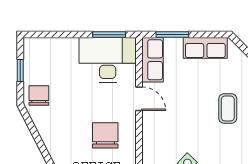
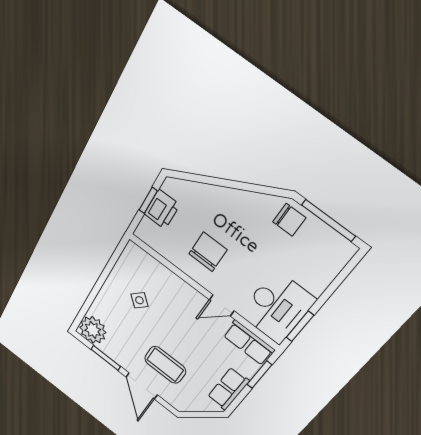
window: (20, 70) -> (328, 221), width x2.17
coffee table: (228, 108) -> (165, 365), width x1.36, depth x1.30
chair: (105, 135) -> (208, 252), turned -90

